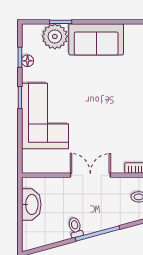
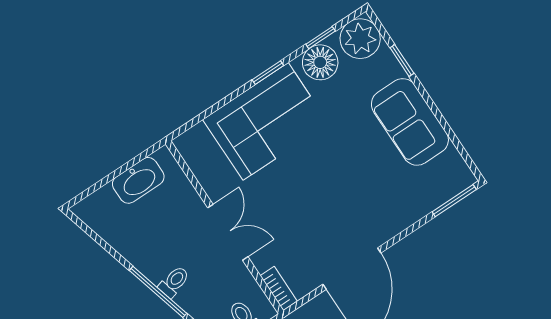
plant: (55, 36) -> (360, 39), moved
floor lamp: (28, 61) -> (320, 62), width x1.89, depth x1.89
toilet: (75, 227) -> (174, 282), moved

